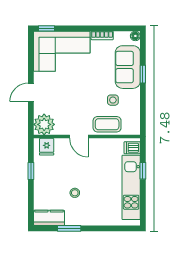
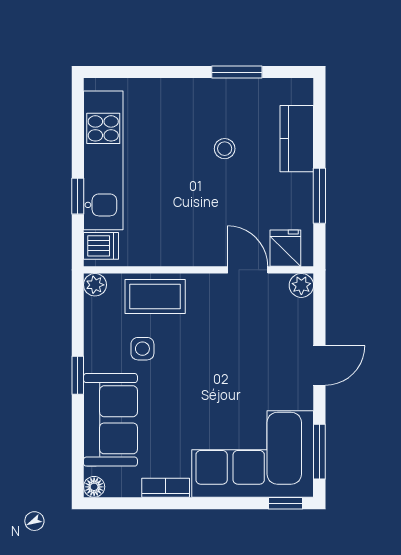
window: (31, 52) -> (319, 452), added
window: (143, 74) -> (78, 375), moved
plant: (44, 124) -> (301, 285), width x0.53, depth x0.53
plant: (135, 130) -> (95, 285), added
door: (79, 137) -> (248, 270), moved
window: (31, 171) -> (319, 196), width x1.50
kitchen counter: (49, 218) -> (297, 139), moved, turned 90

